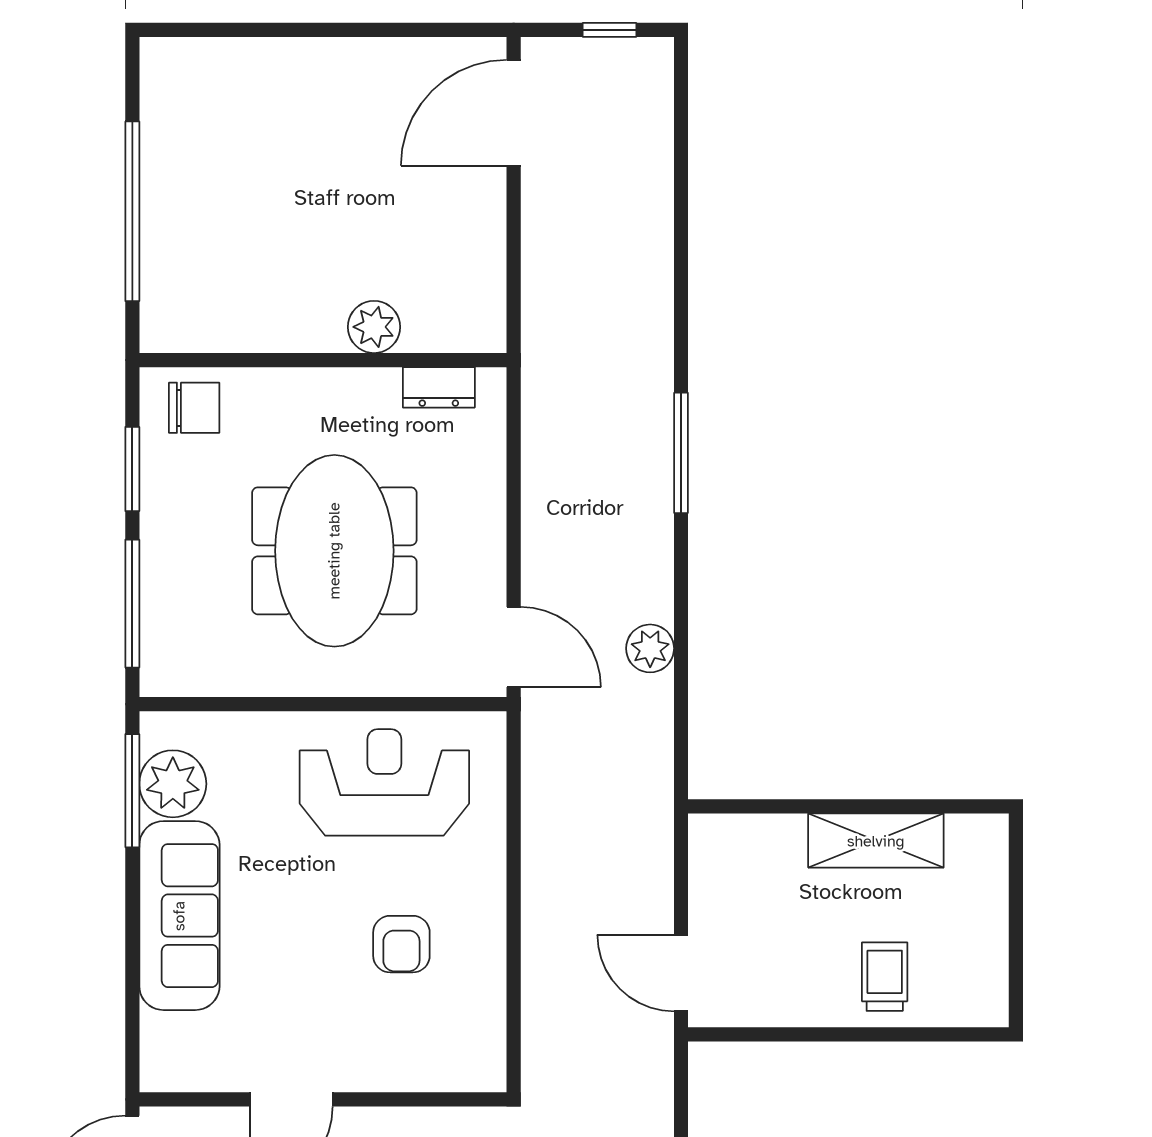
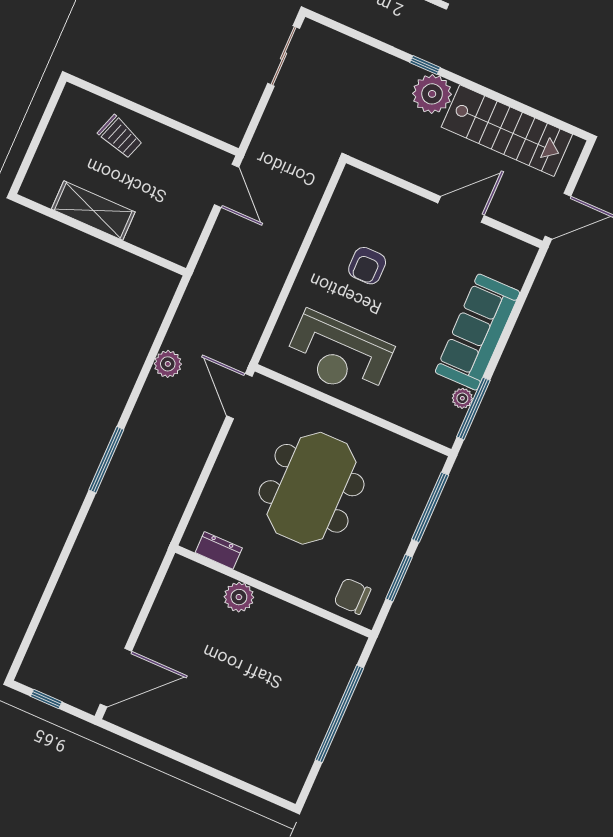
plant: (173, 784) -> (462, 398), width x0.53, depth x0.53
armchair: (401, 944) -> (367, 266), turned 180
trolley: (885, 977) -> (120, 137), turned -71

